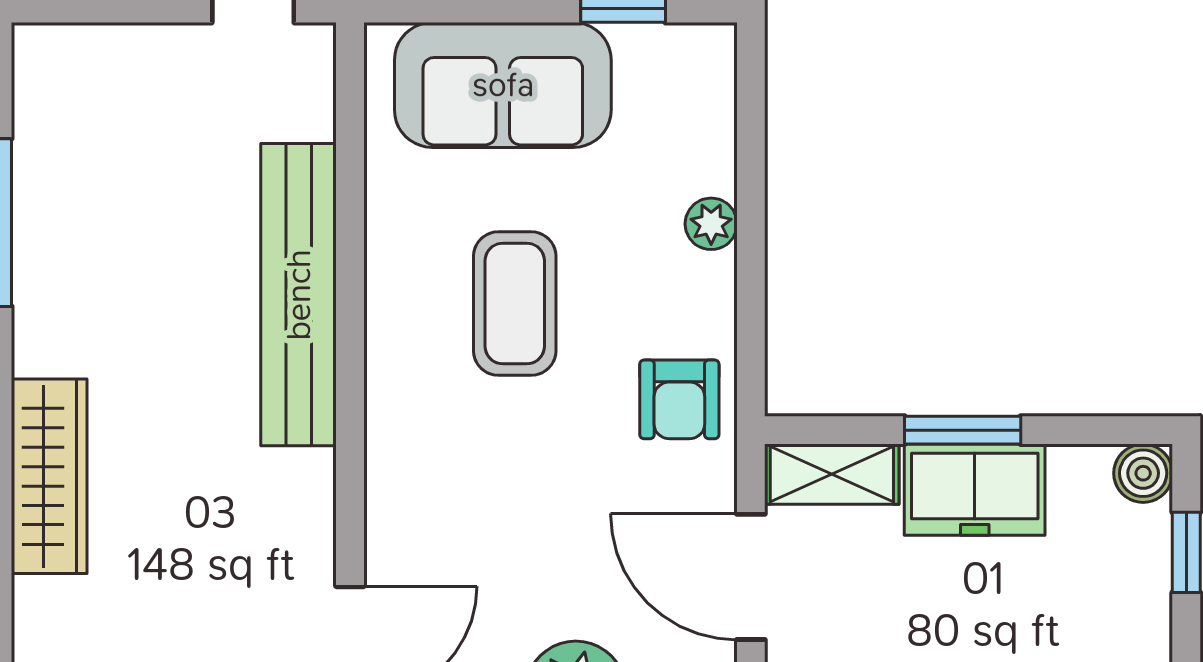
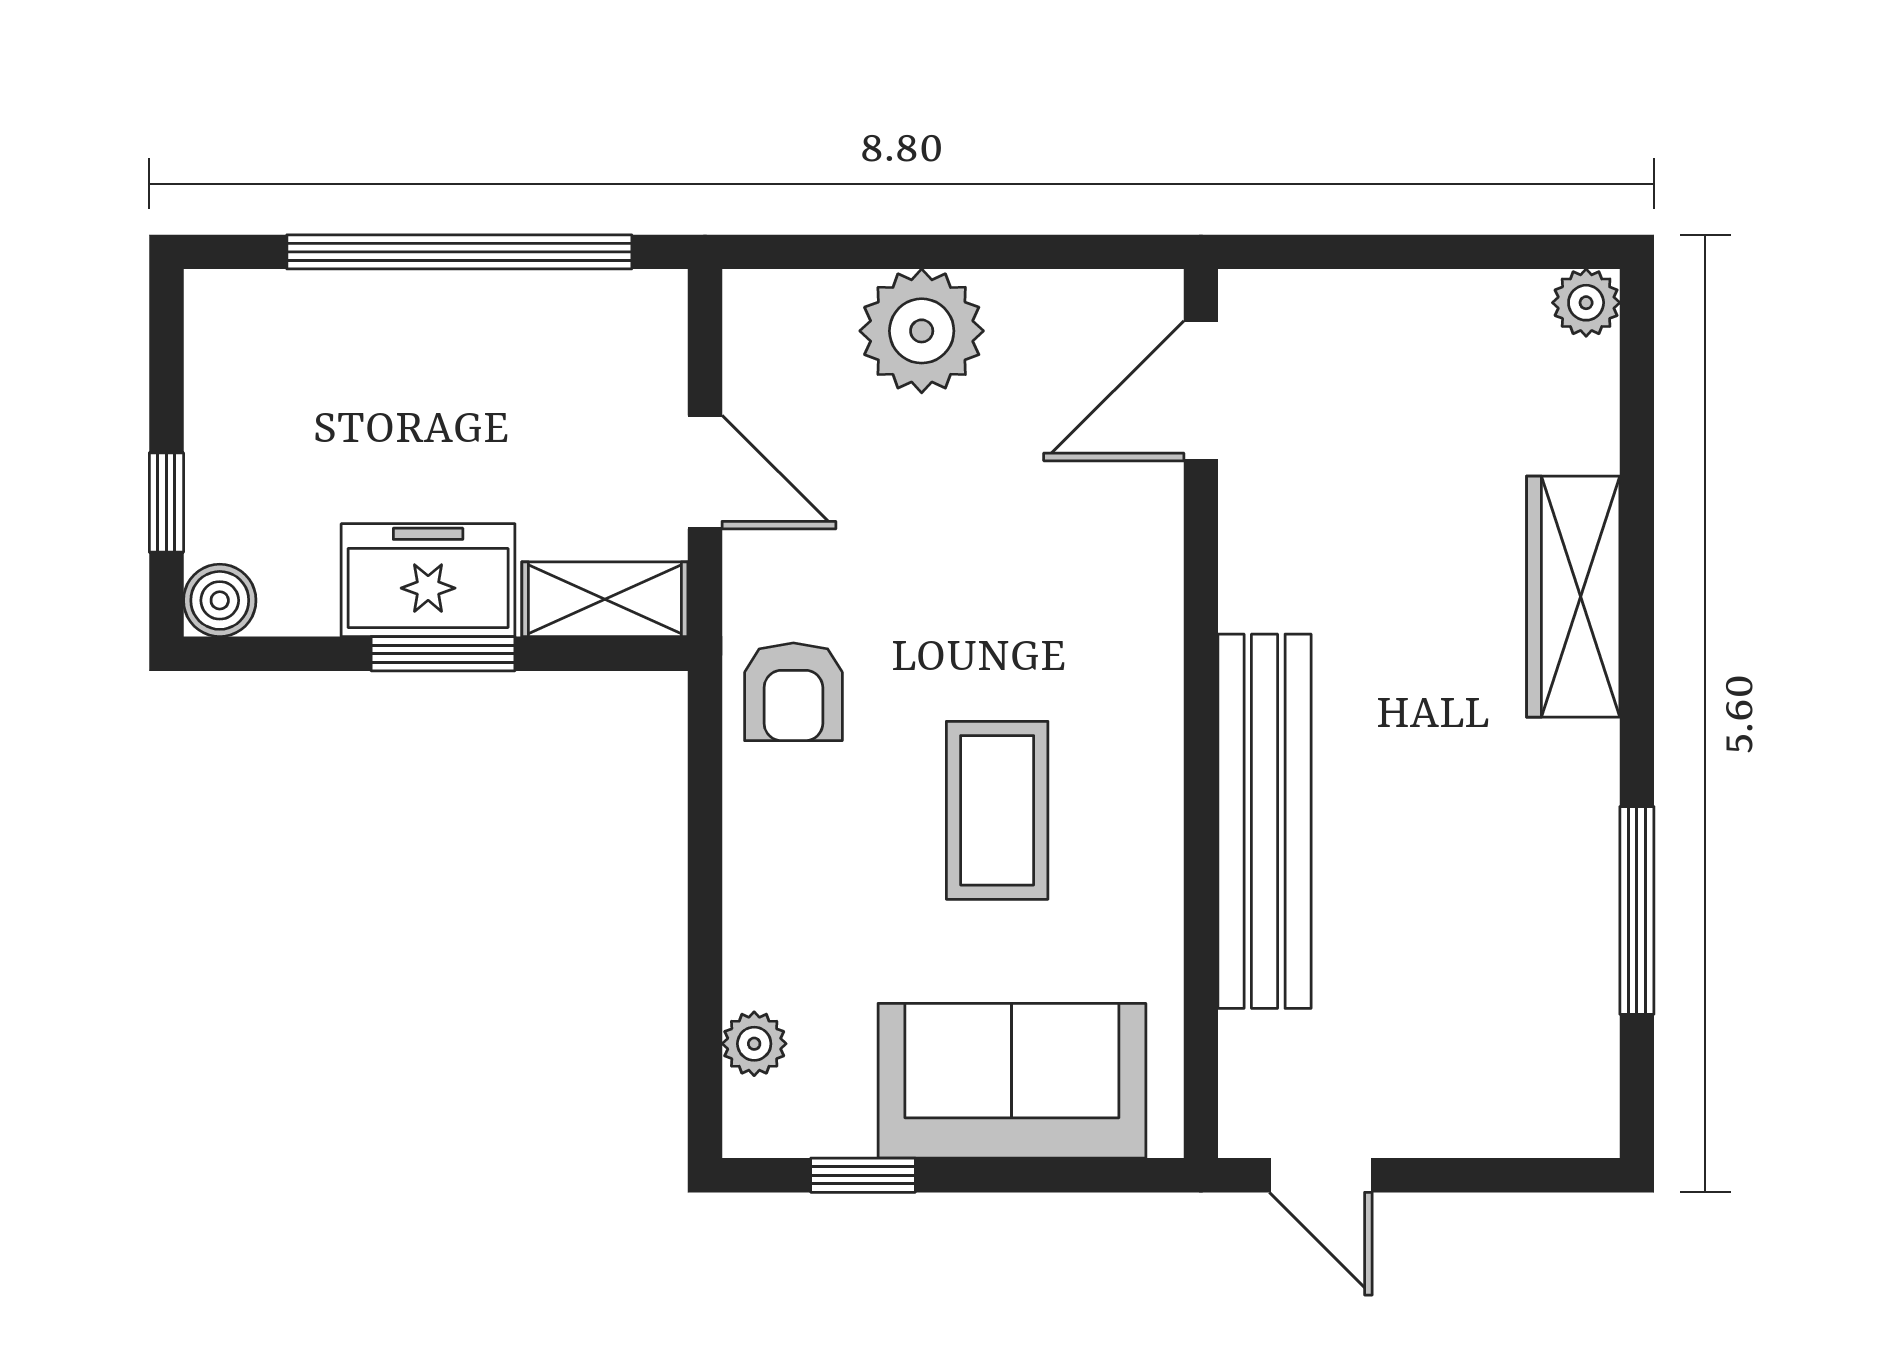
plant: (711, 224) -> (754, 1044), moved
armchair: (679, 399) -> (793, 692), turned 180
door: (751, 577) -> (705, 472), width x0.73

